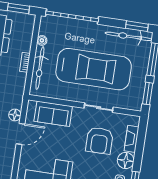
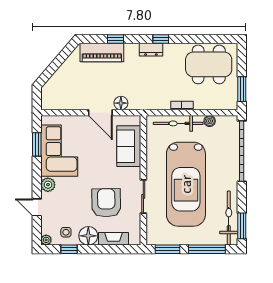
armchair: (99, 141) -> (106, 203), turned 89

